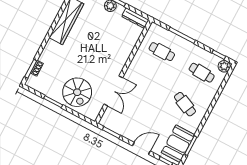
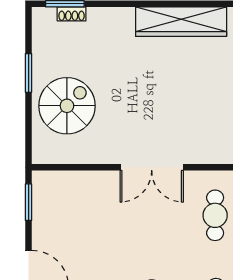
double door: (113, 91) -> (152, 167), moved
spiral stairs: (77, 92) -> (67, 106), turned 180

